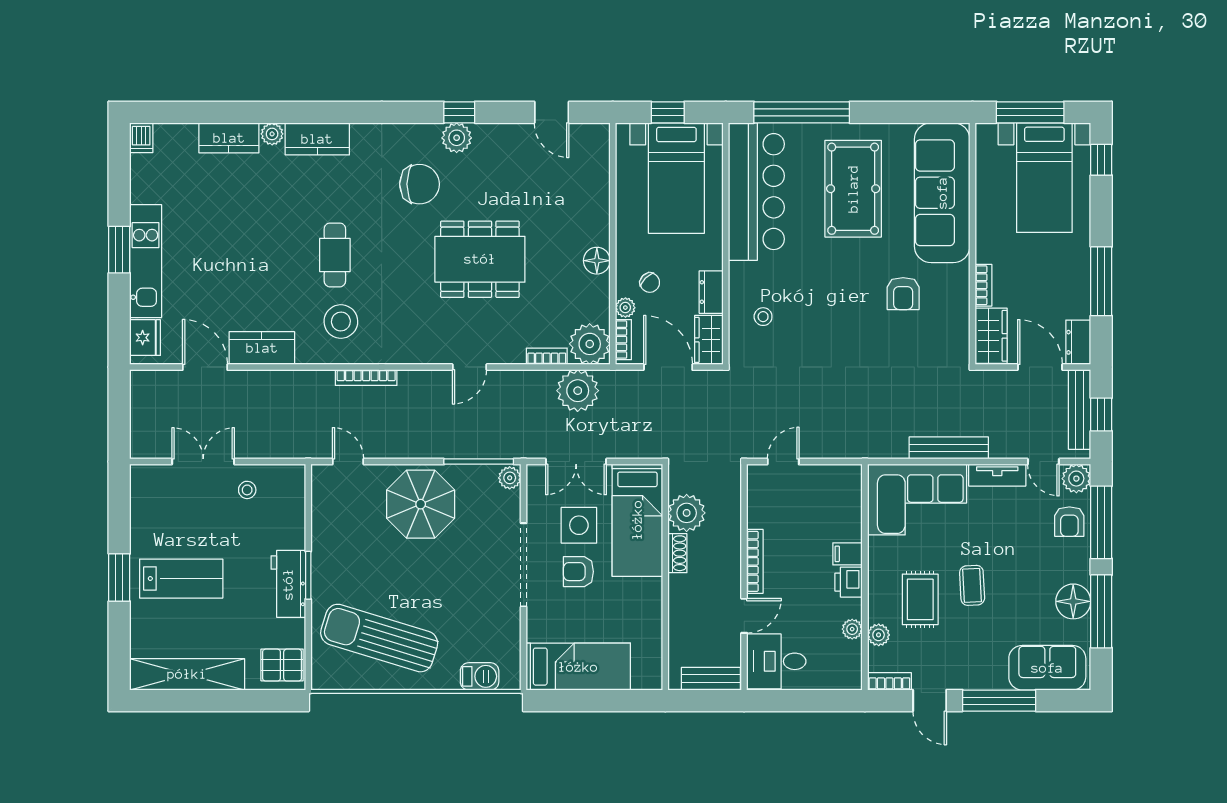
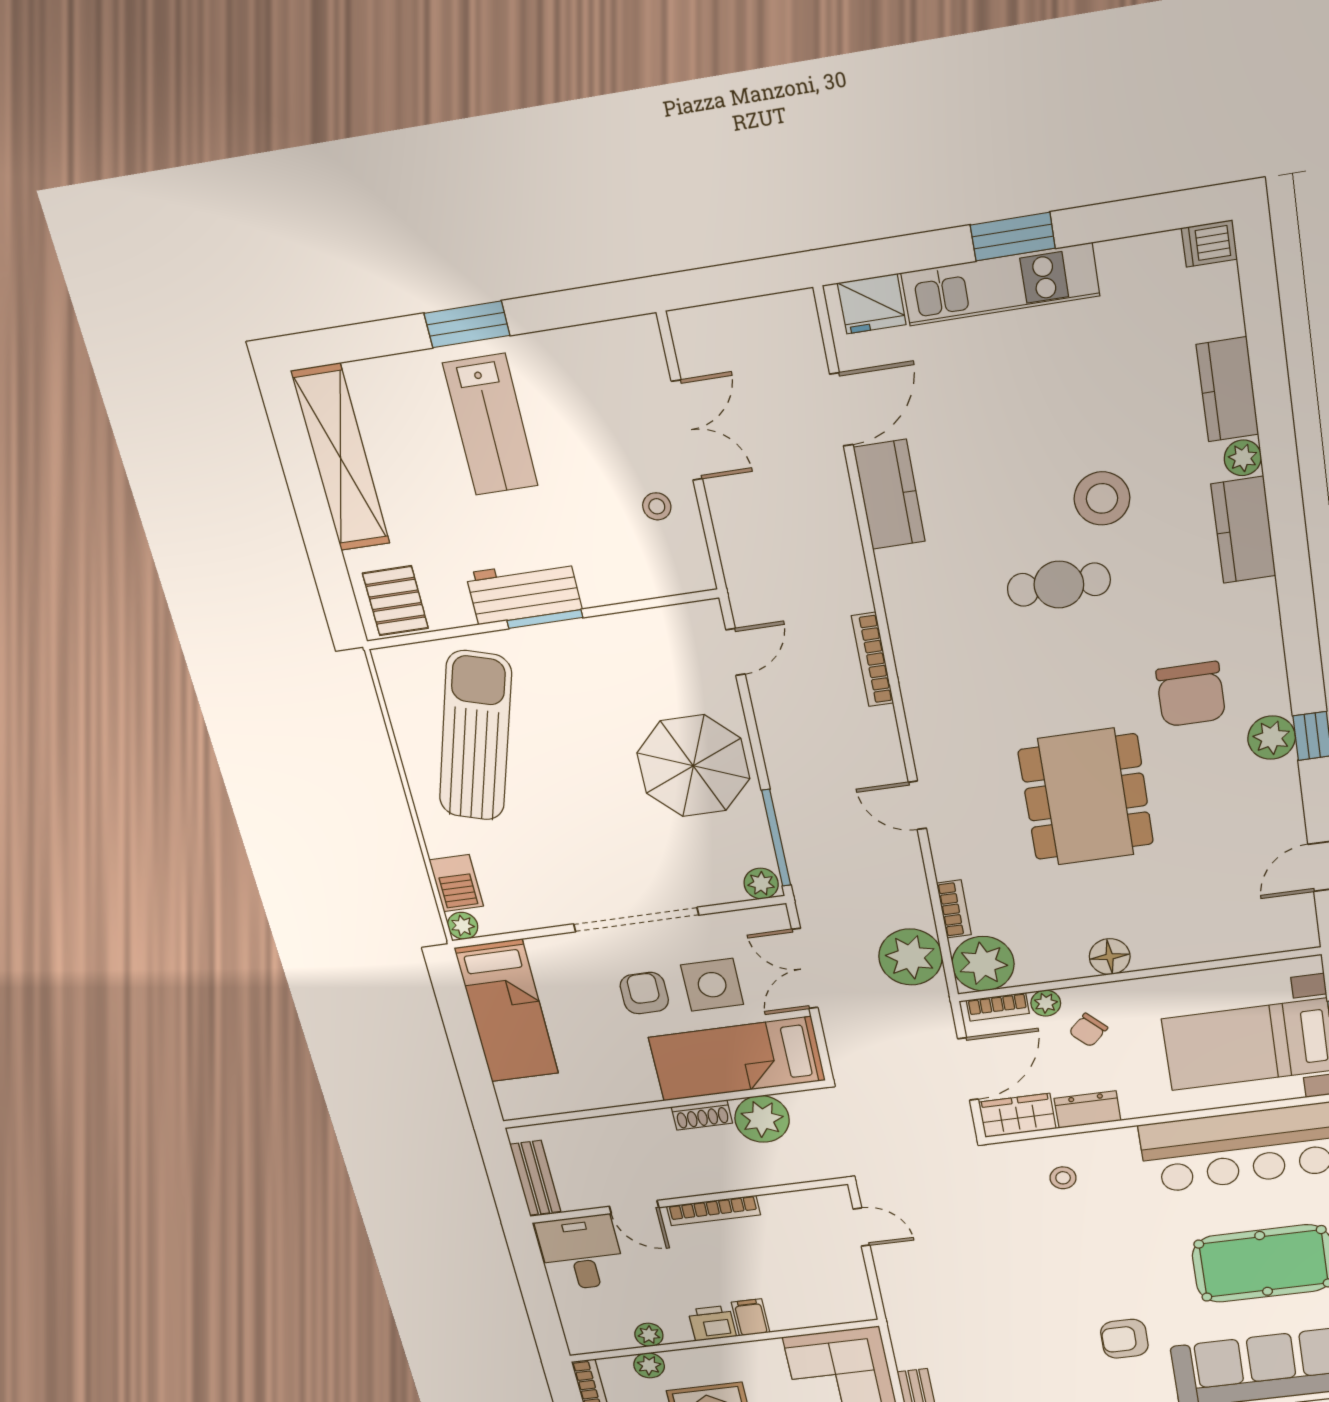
stool: (341, 321) -> (1102, 498), moved
plant: (511, 680) -> (463, 926), added

